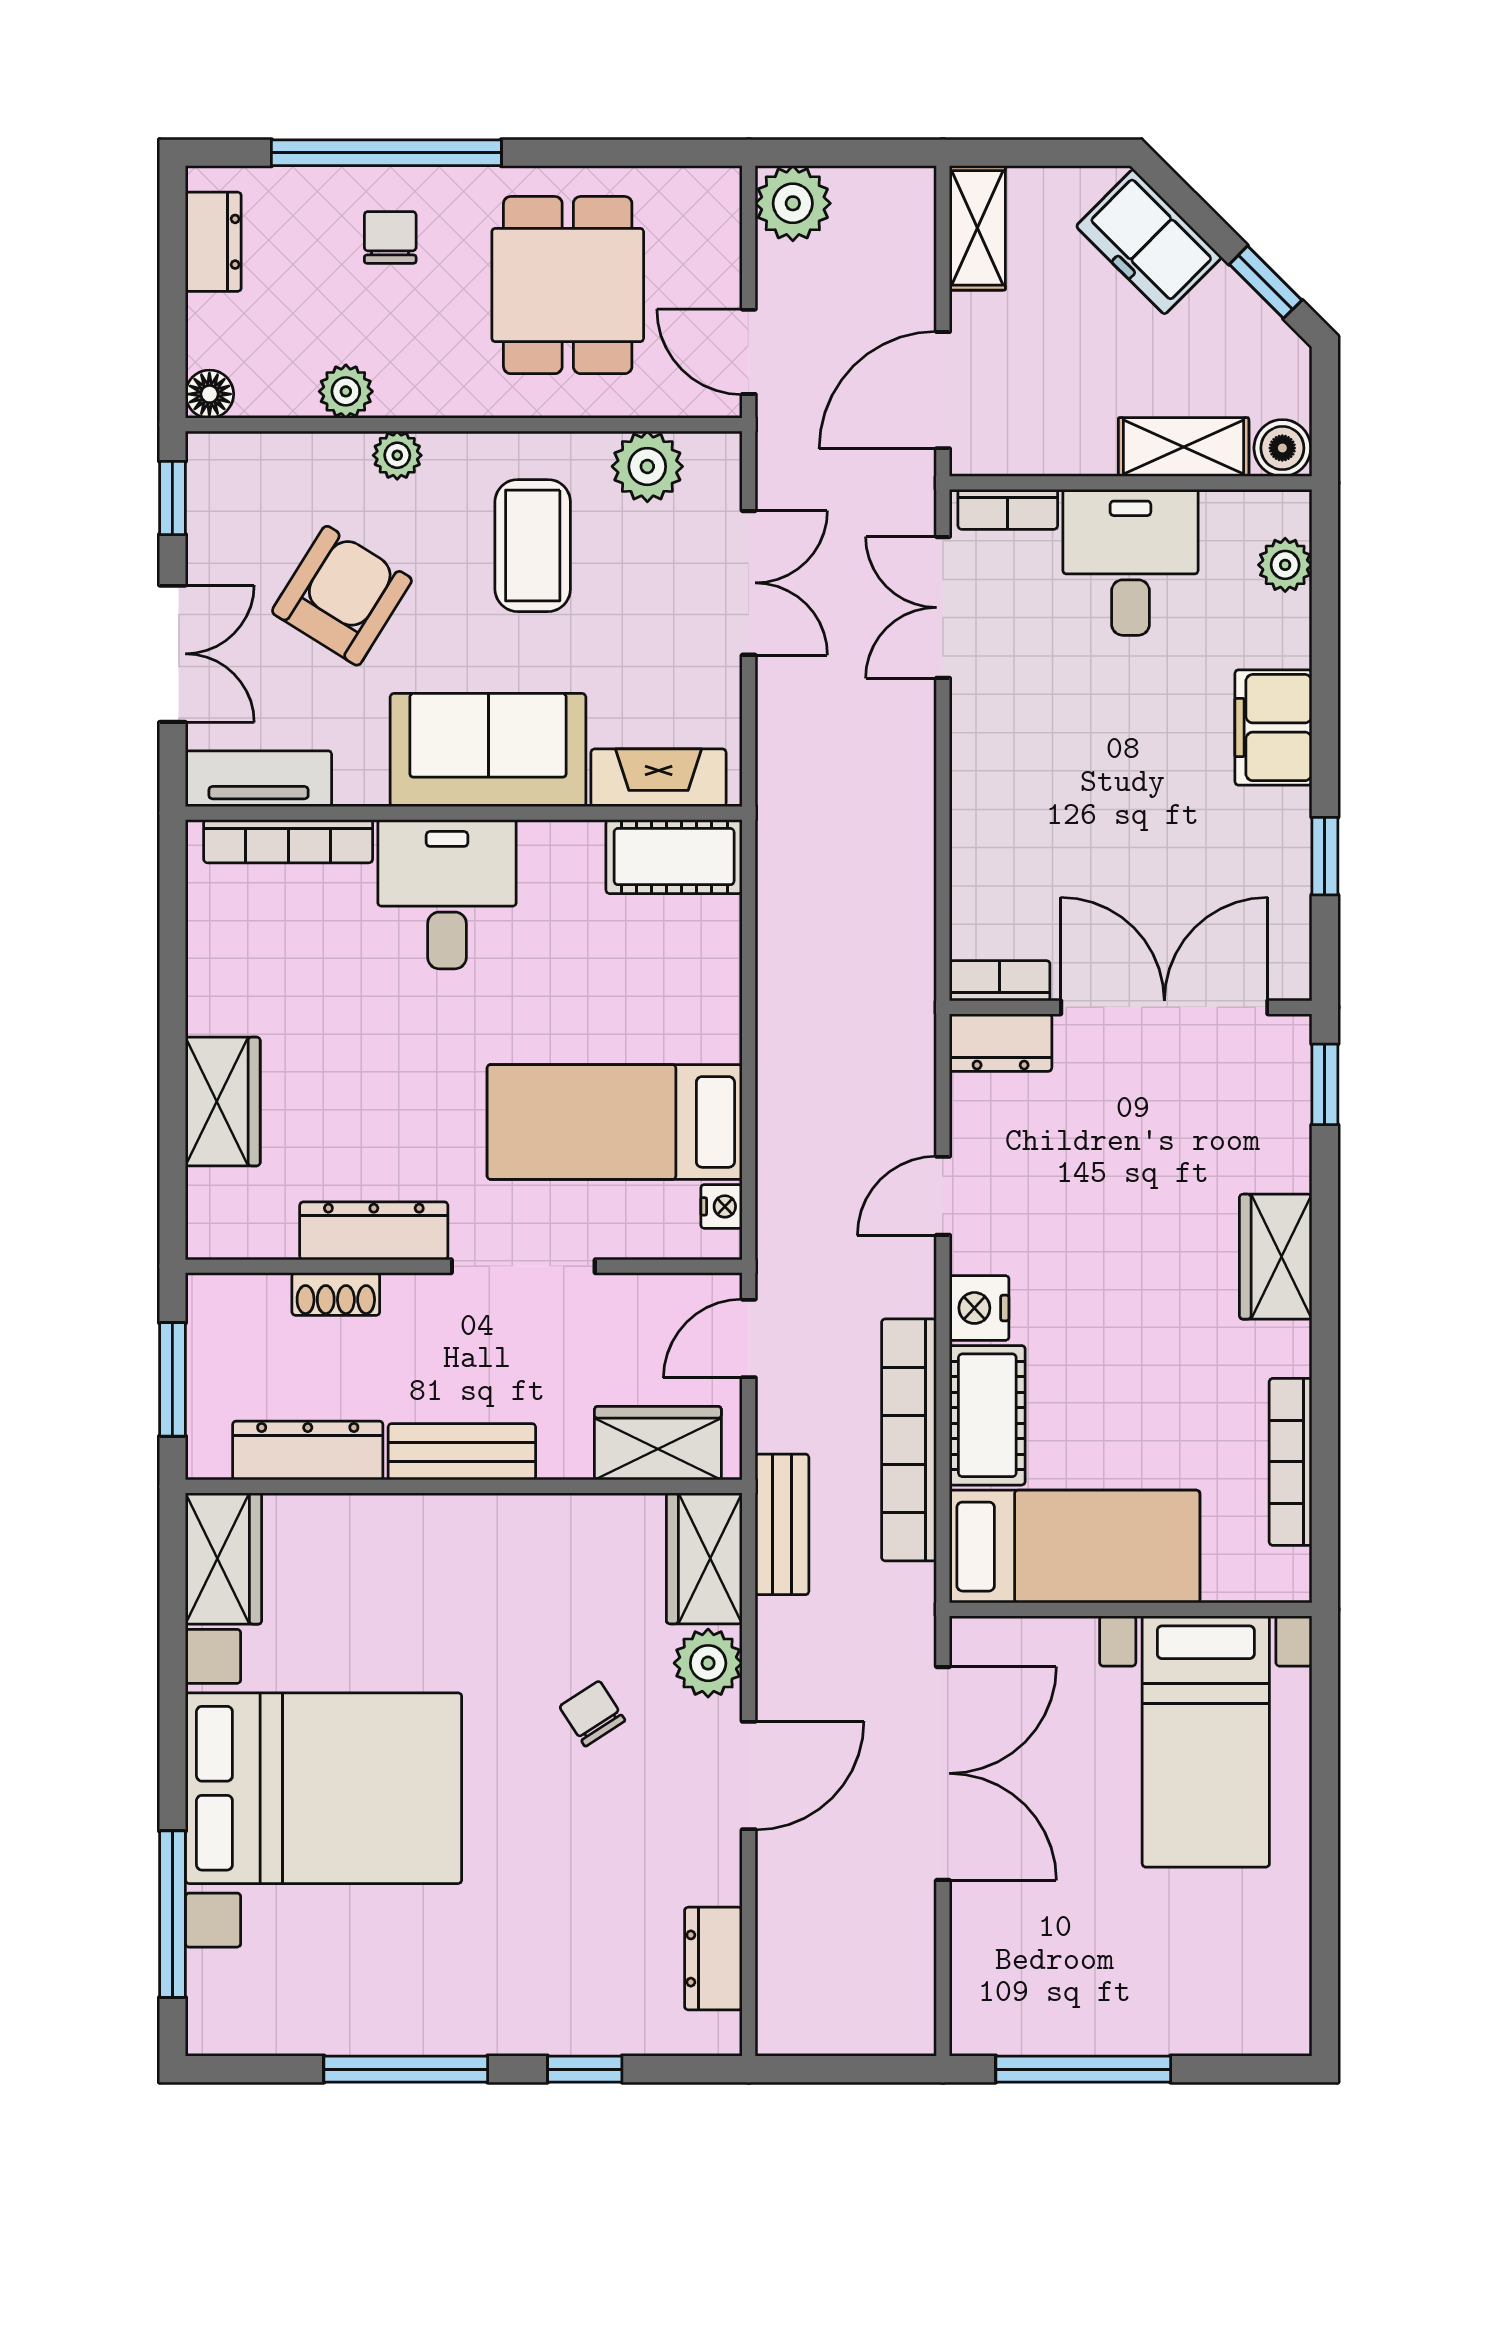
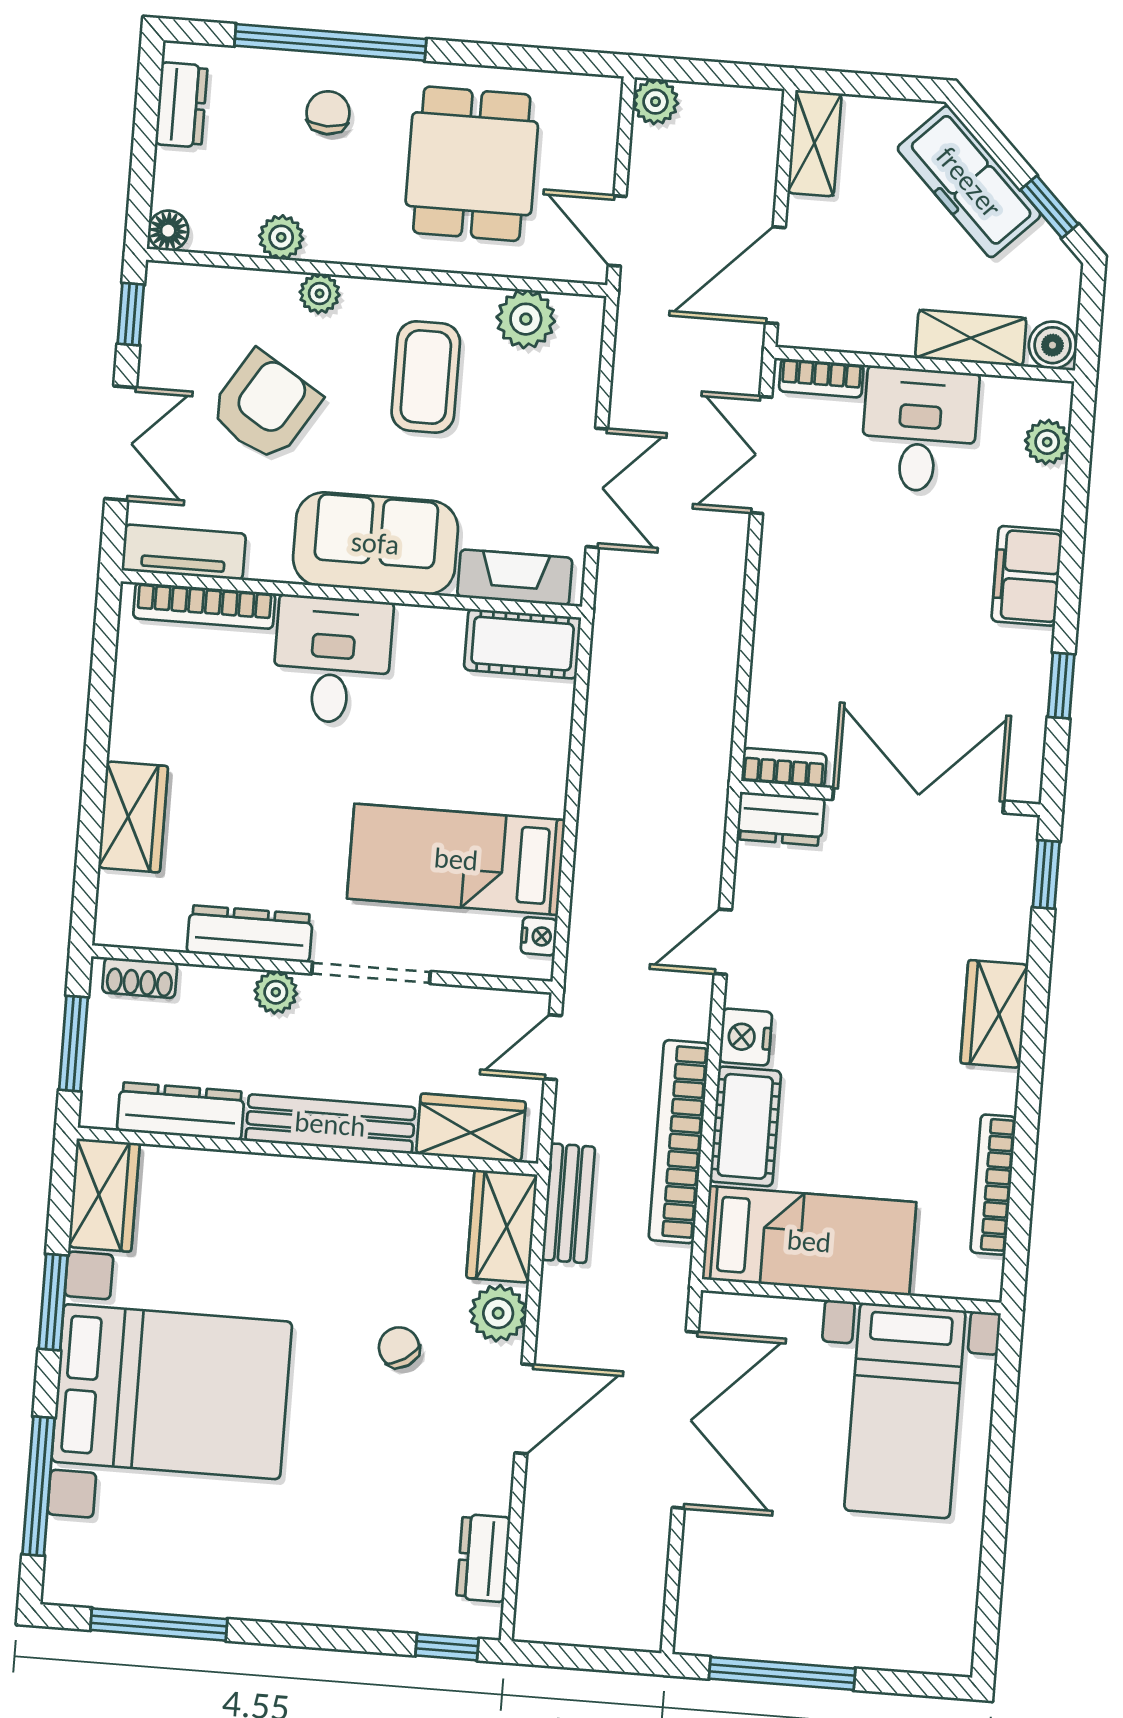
plant: (793, 203) -> (655, 102), width x0.73, depth x0.73
freezer: (1149, 242) -> (969, 182), width x1.40
double door: (749, 583) -> (597, 488), moved
shoe rack: (336, 1294) -> (140, 978), moved
plant: (411, 1299) -> (276, 992), added
bench: (462, 1452) -> (330, 1124), width x1.36
window: (172, 1692) -> (53, 1302), added
window: (406, 2069) -> (159, 1625), moved
window: (585, 2069) -> (447, 1647), moved

